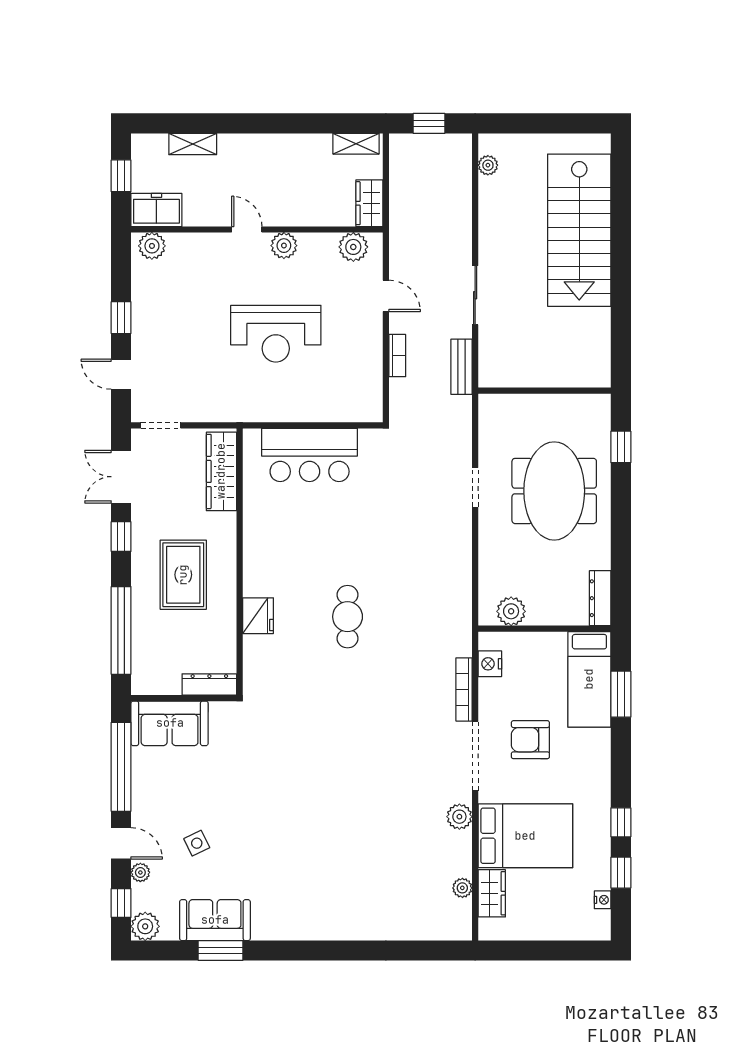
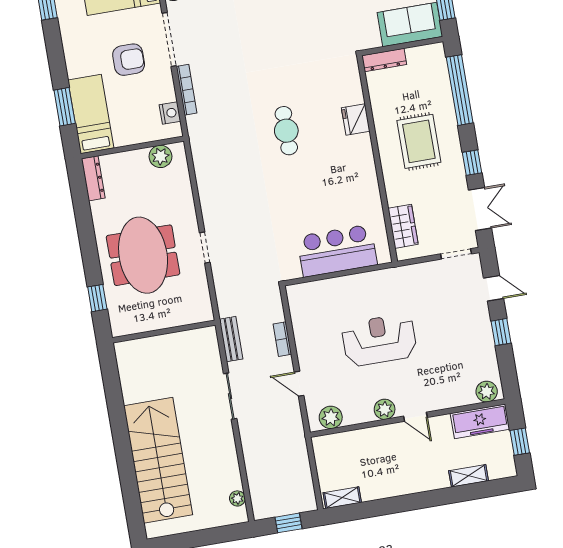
wardrobe: (369, 203) -> (324, 453), removed
freezer: (156, 210) -> (480, 421), width x1.40
wardrobe: (221, 471) -> (403, 226), width x0.67

